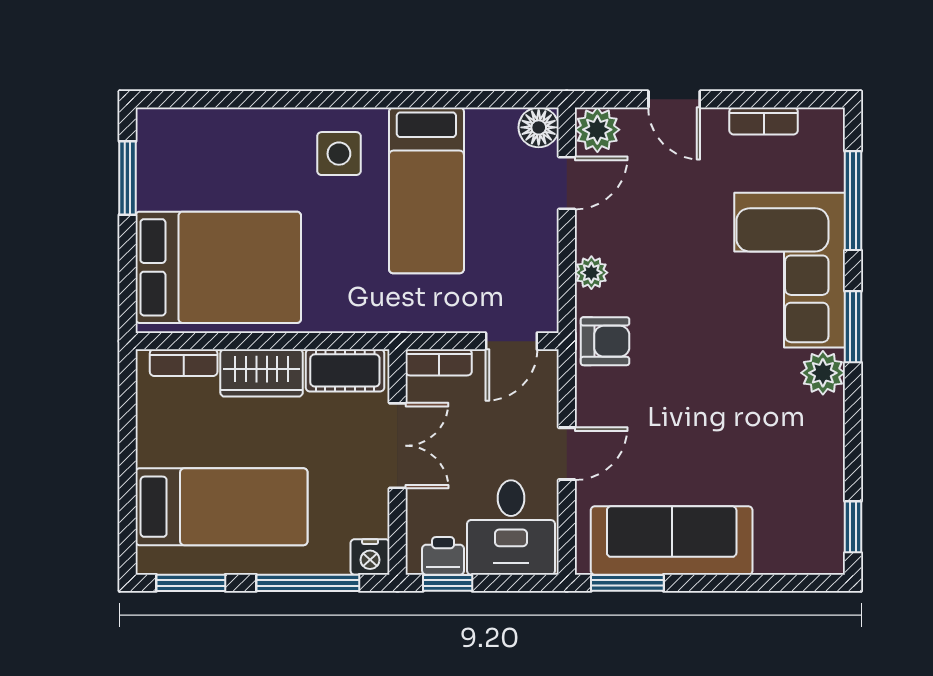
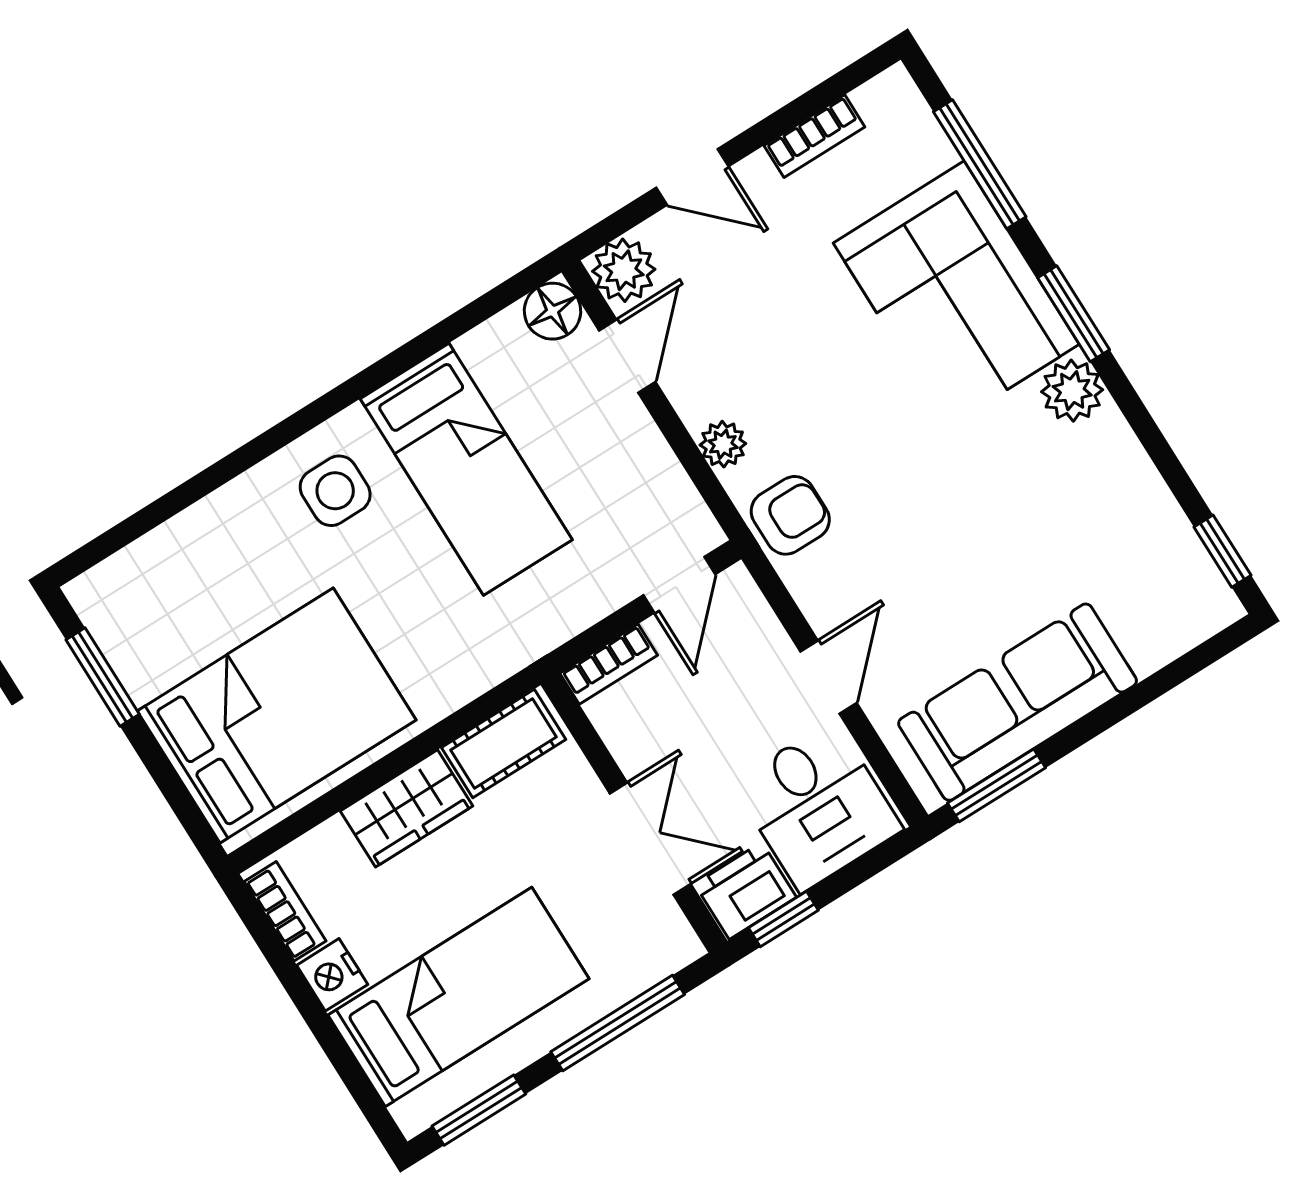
bookcase: (184, 363) -> (285, 911), moved, turned -90
double door: (398, 446) -> (650, 839), moved
printer: (443, 556) -> (746, 891), width x1.36, depth x1.24
nightstand: (370, 557) -> (332, 975), moved, turned 90

